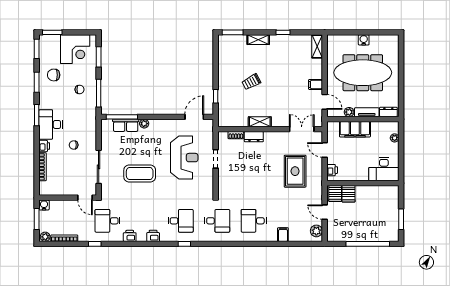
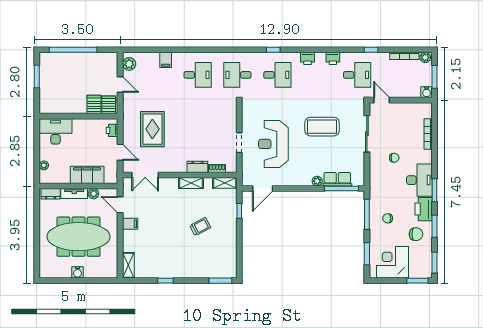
shelving: (258, 40) -> (225, 183), moved
printer: (44, 146) -> (424, 209), moved, width x1.87, depth x1.48
desk: (181, 221) -> (277, 75), turned 180

